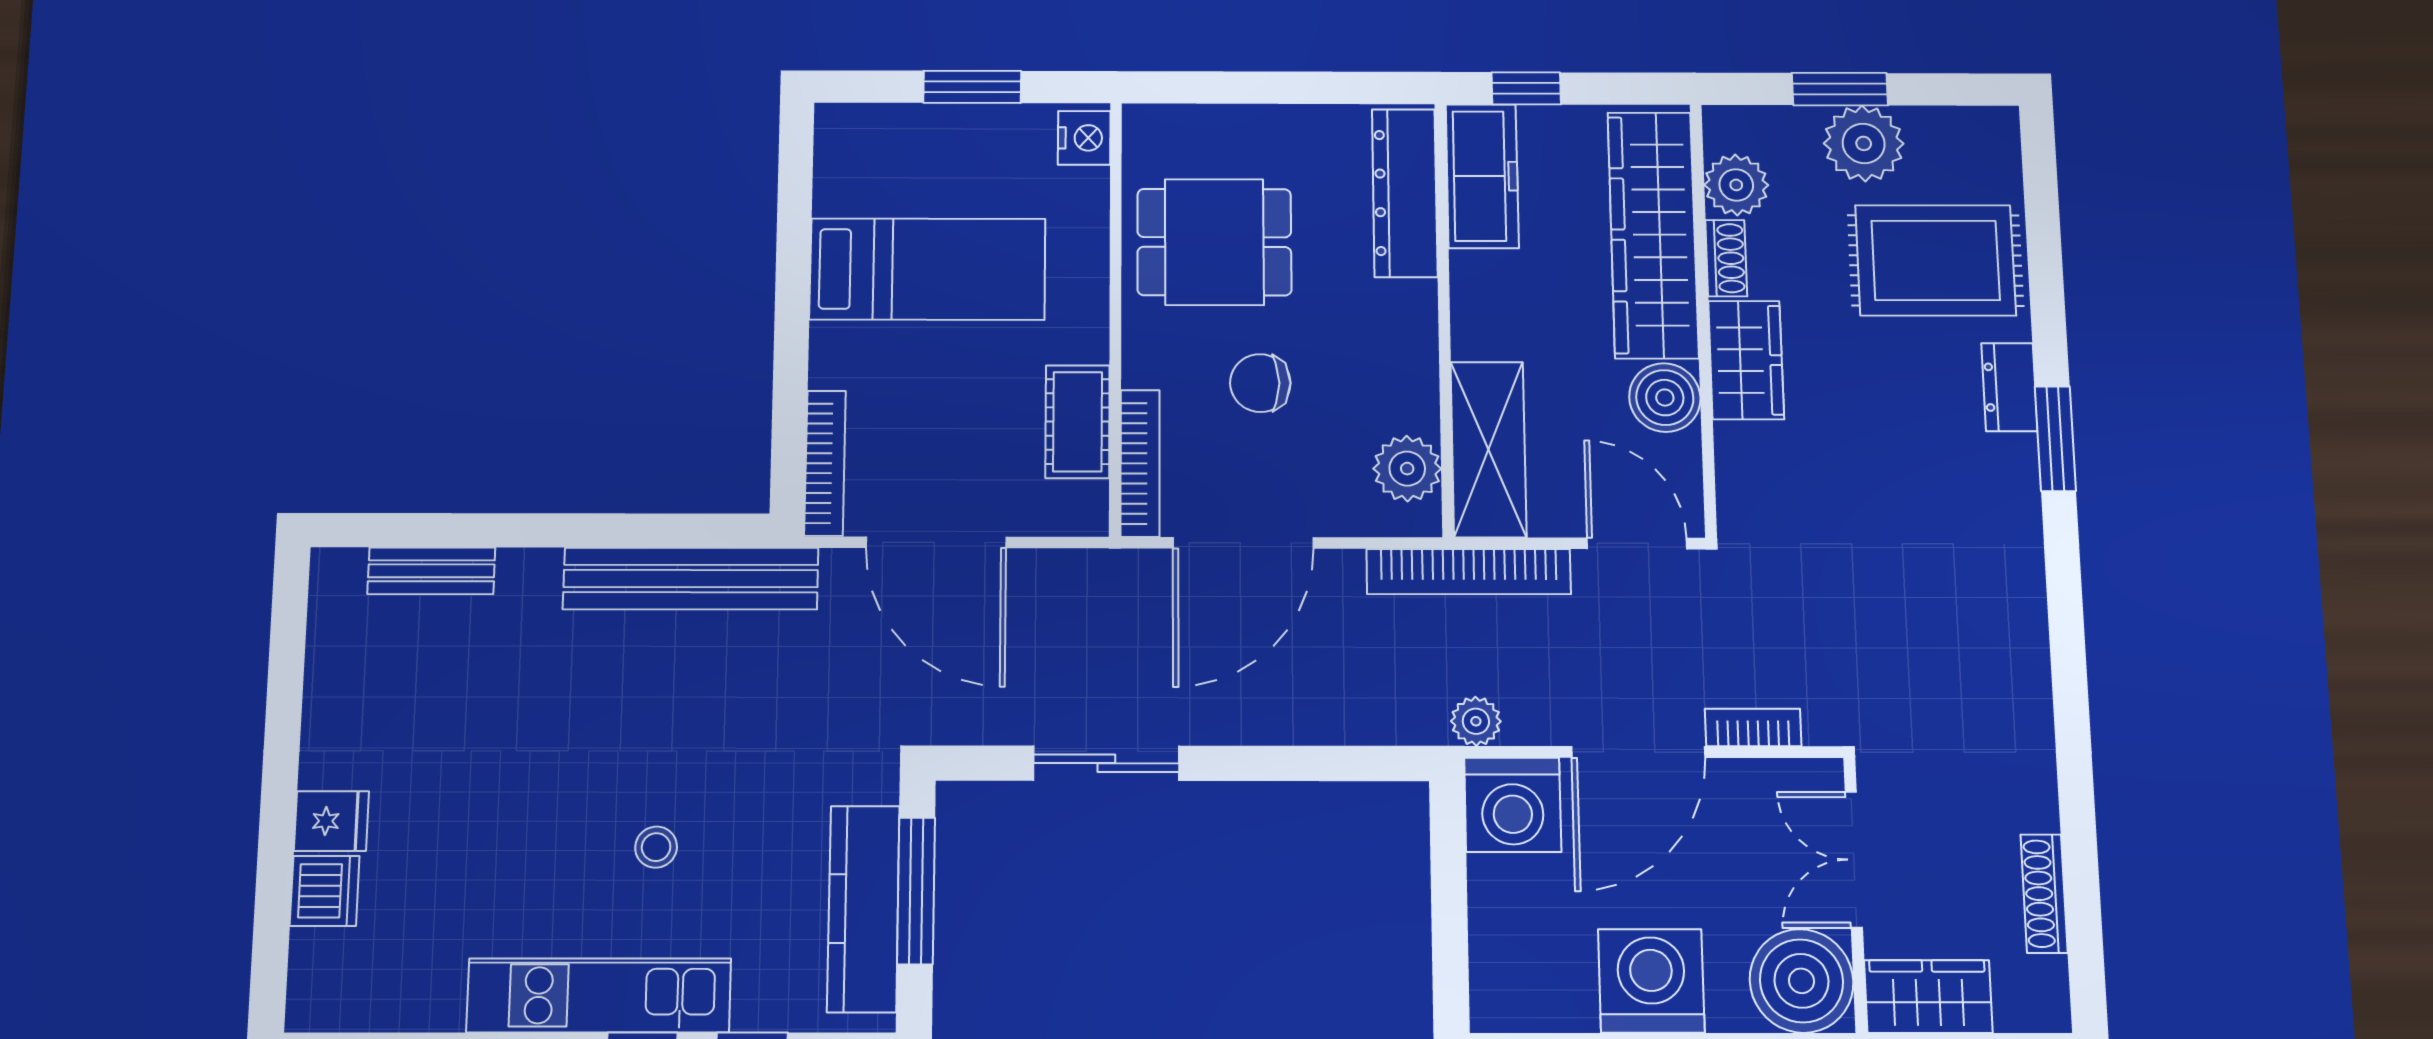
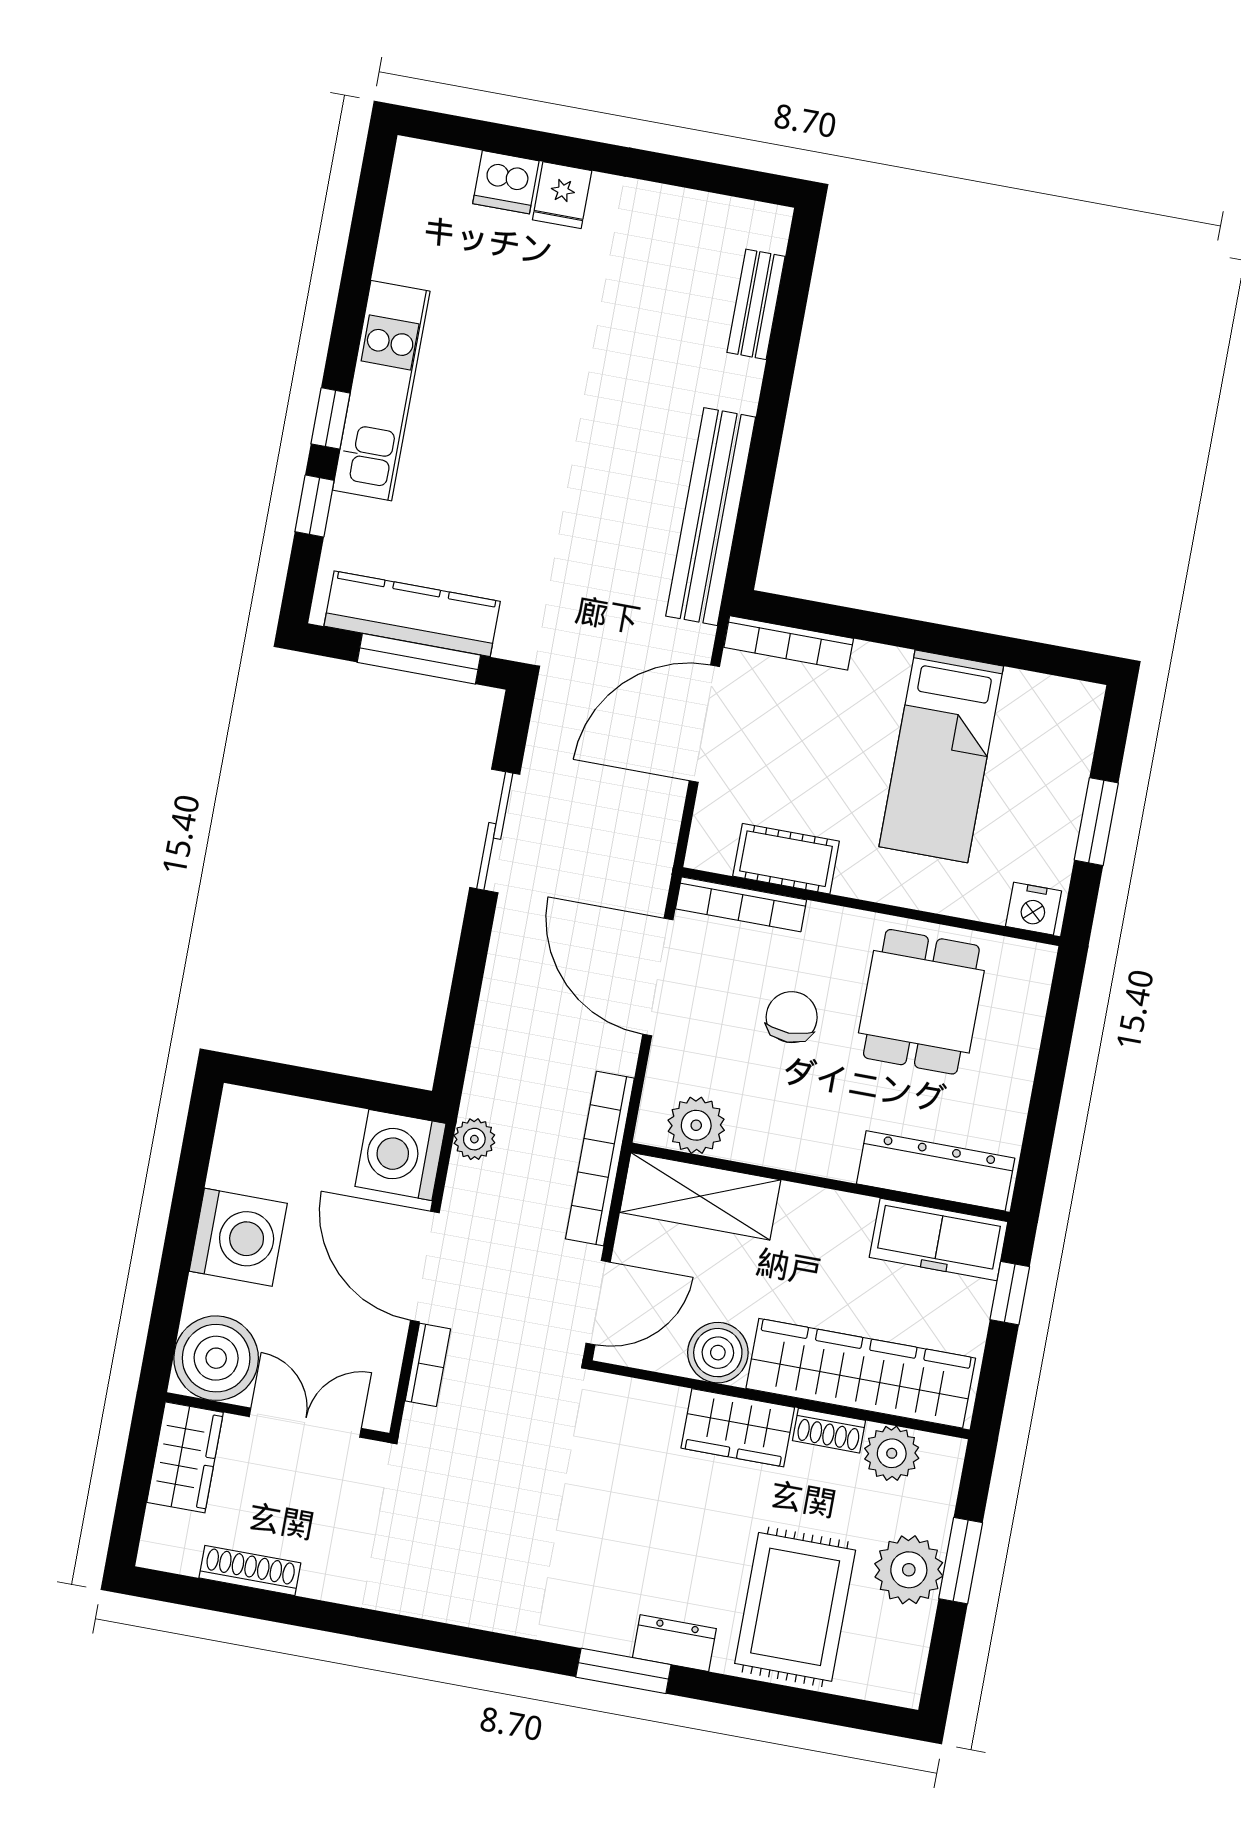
stool: (656, 847) -> (493, 454), removed

